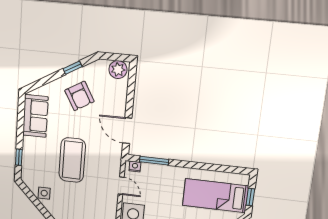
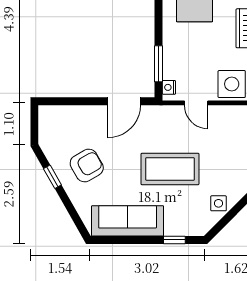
plant: (118, 70) -> (49, 120), removed
sofa: (35, 116) -> (128, 221), width x1.36
door: (121, 186) -> (196, 103), swing flipped

